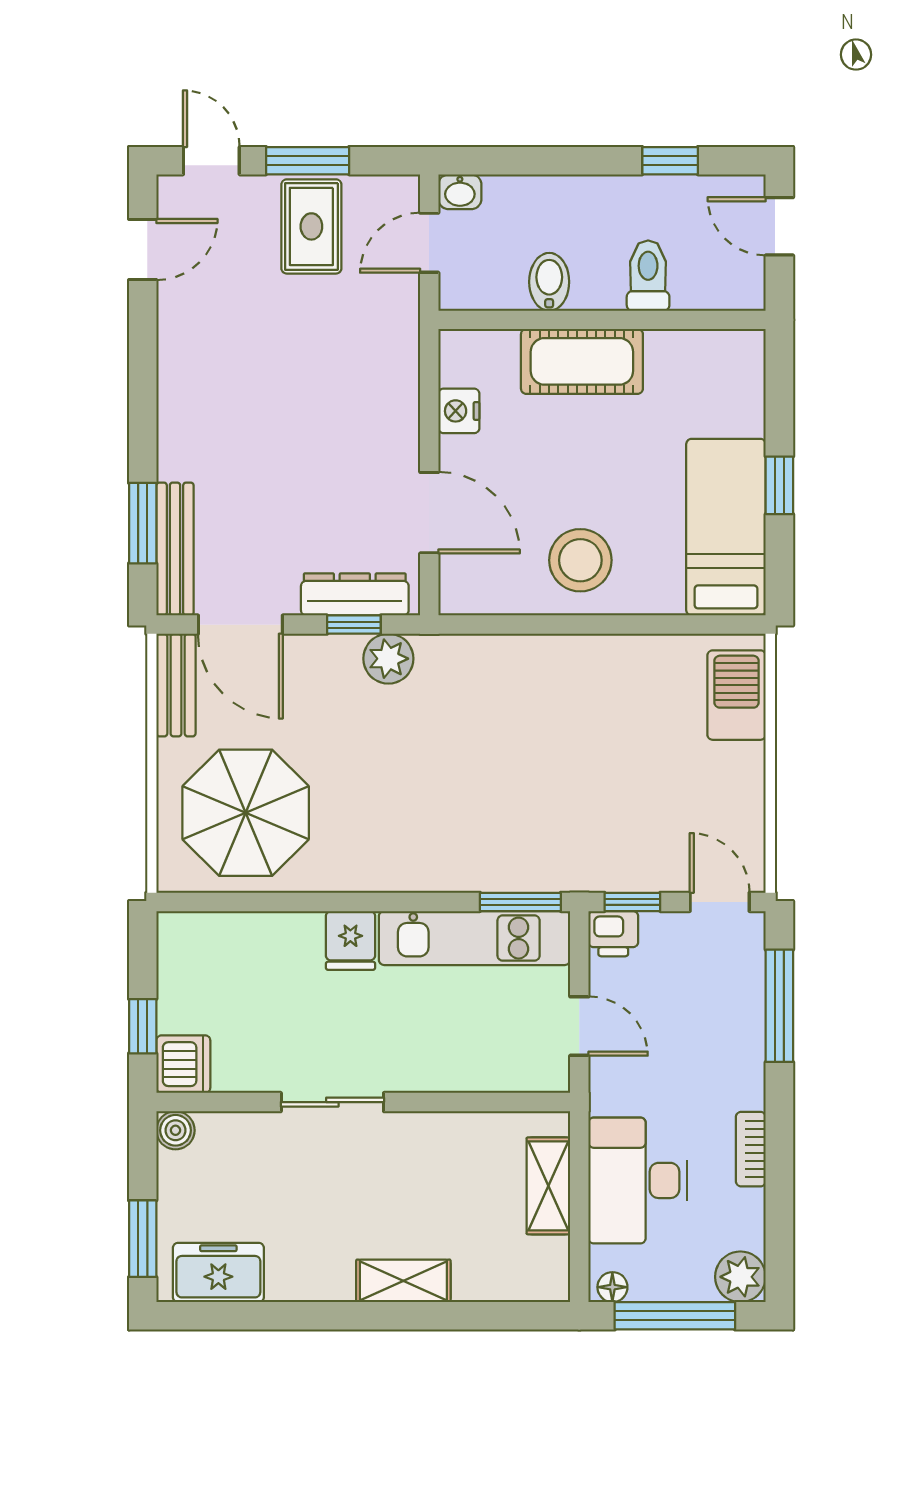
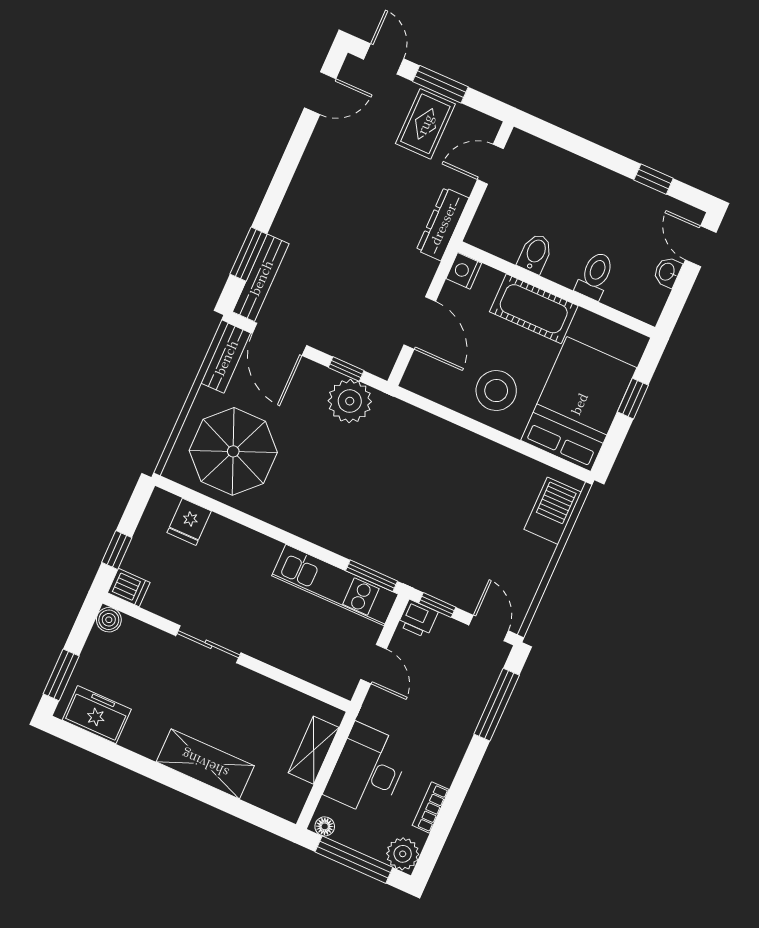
washbasin: (460, 192) -> (667, 272), moved, turned 90
toilet: (648, 276) -> (595, 276), moved
bidet: (549, 282) -> (535, 253), moved
wall: (602, 320) -> (556, 290), moved
cot: (582, 361) -> (534, 309), moved
bed: (726, 527) -> (579, 404), width x1.50
dresser: (355, 594) -> (443, 224), moved, turned -90
plant: (388, 659) -> (350, 401), width x1.36, depth x1.36
fridge: (350, 940) -> (189, 522), moved
dishwasher: (183, 1064) -> (129, 588), width x0.73
bookcase: (751, 1149) -> (431, 807), moved
shelving: (403, 1281) -> (205, 764), width x1.50, depth x1.33

